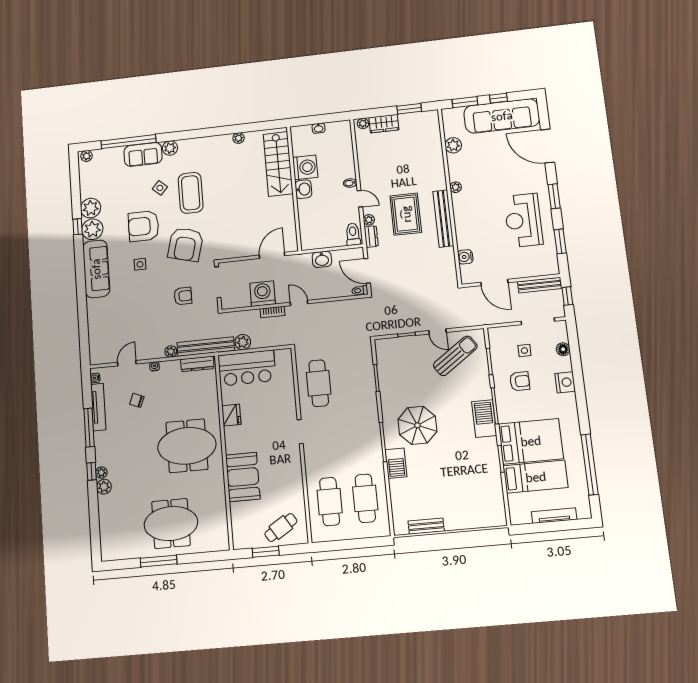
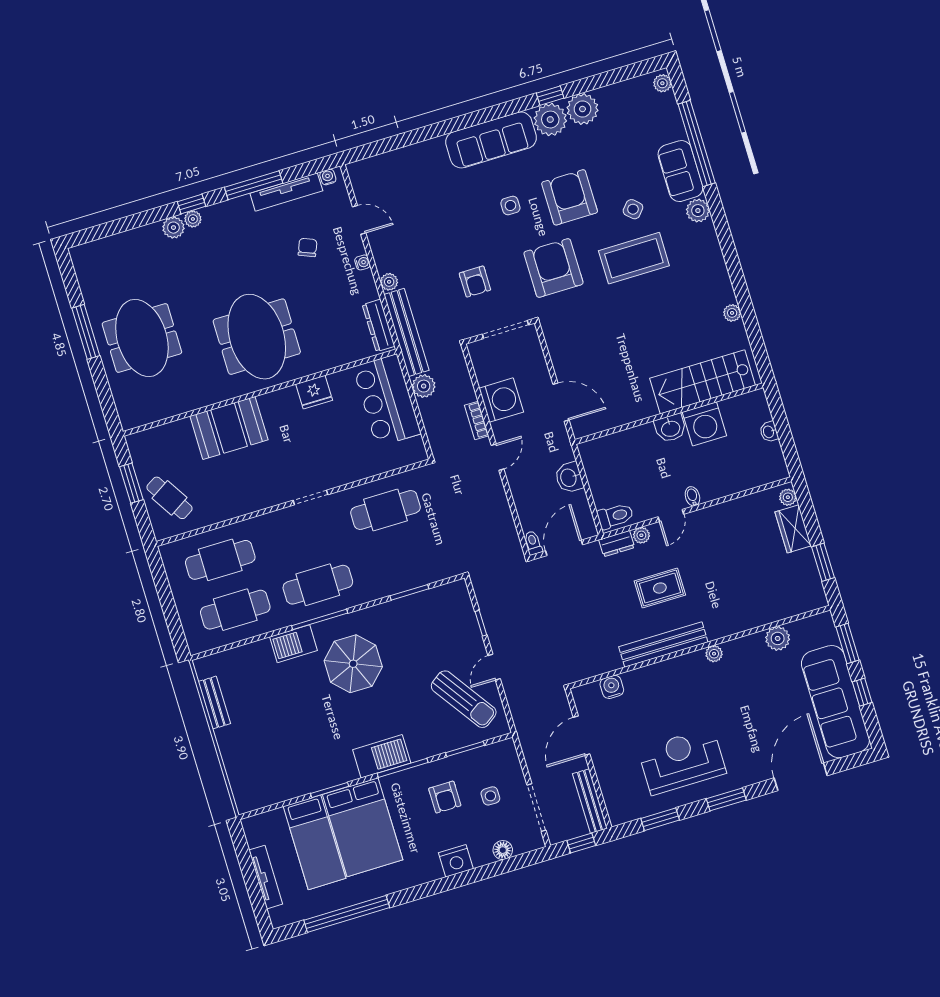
rug: (406, 214) -> (660, 588), width x0.73, depth x0.70
armchair: (186, 244) -> (553, 268), turned 75
cafe table: (359, 438) -> (318, 585), added

